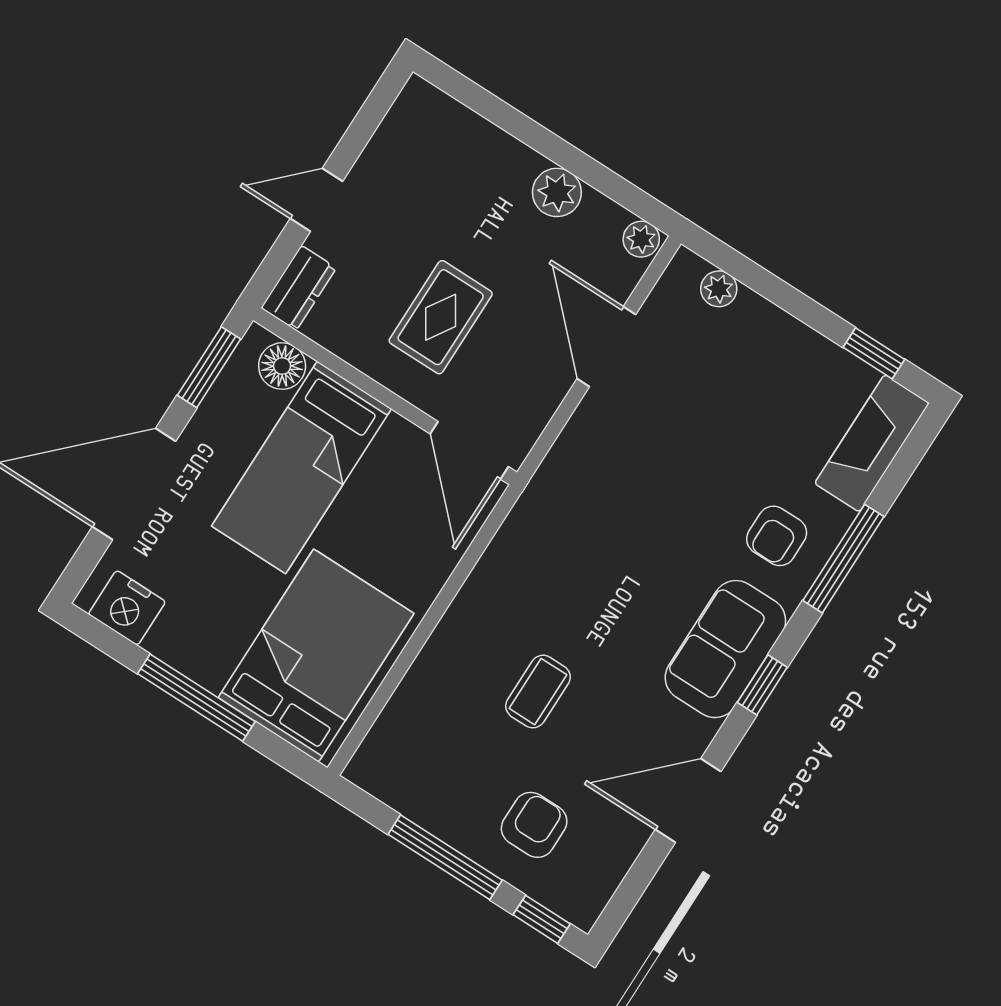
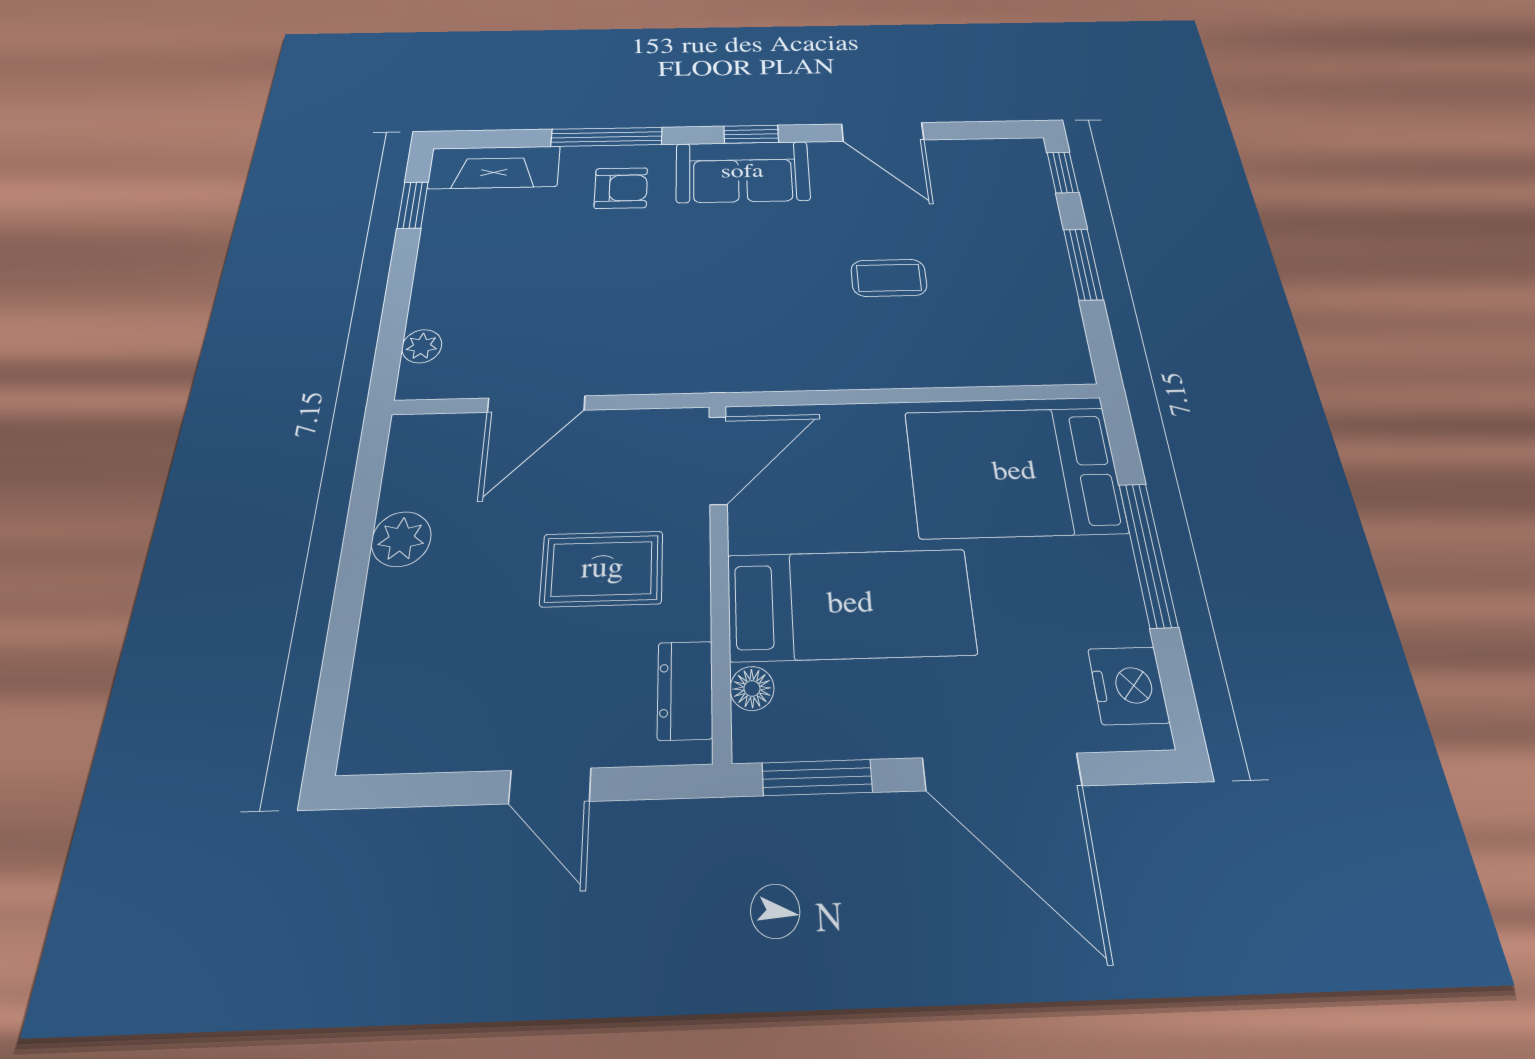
plant: (641, 239) -> (409, 436), removed
dresser: (299, 288) -> (685, 690), moved, turned -90
floor lamp: (282, 366) -> (752, 688), width x0.73, depth x0.73
armchair: (534, 825) -> (997, 219), removed
window: (445, 857) -> (1083, 264), width x0.69

